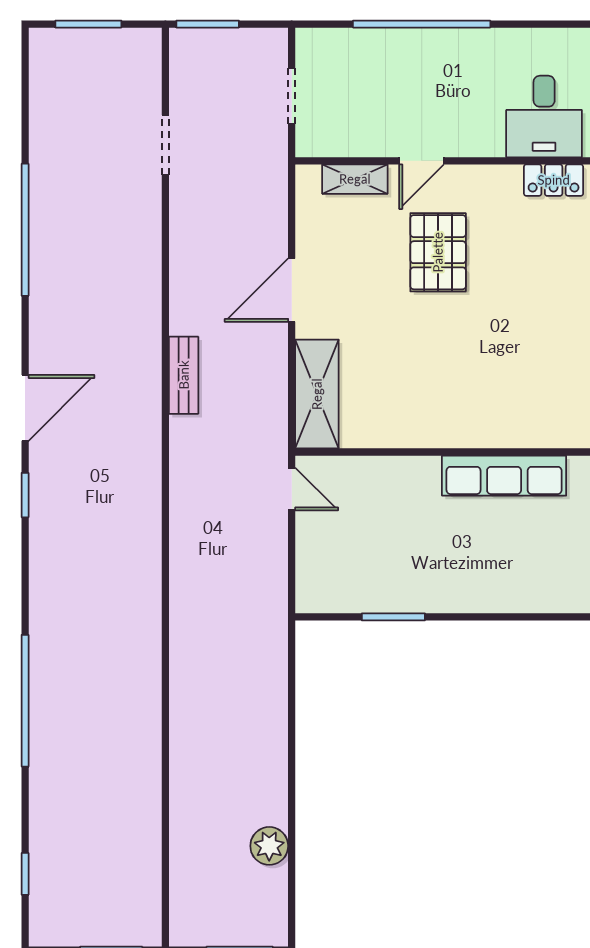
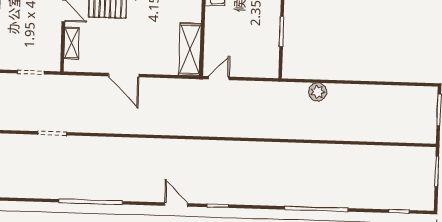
bench: (184, 375) -> (163, 128), removed
shelving: (317, 394) -> (190, 49), moved, turned 90
door: (25, 408) -> (176, 204), width x0.73
plant: (269, 846) -> (318, 92), moved

